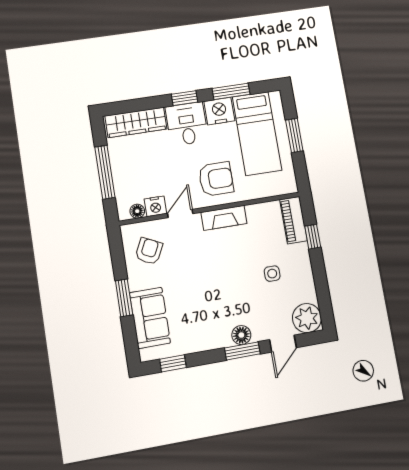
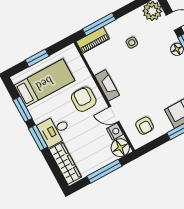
window: (185, 98) -> (38, 138), width x1.50
nightstand: (219, 111) -> (38, 112), removed
floor lamp: (137, 211) -> (120, 148), width x1.89, depth x1.89
window: (313, 237) -> (99, 24), width x2.17
armchair: (149, 251) -> (145, 126), turned -116

